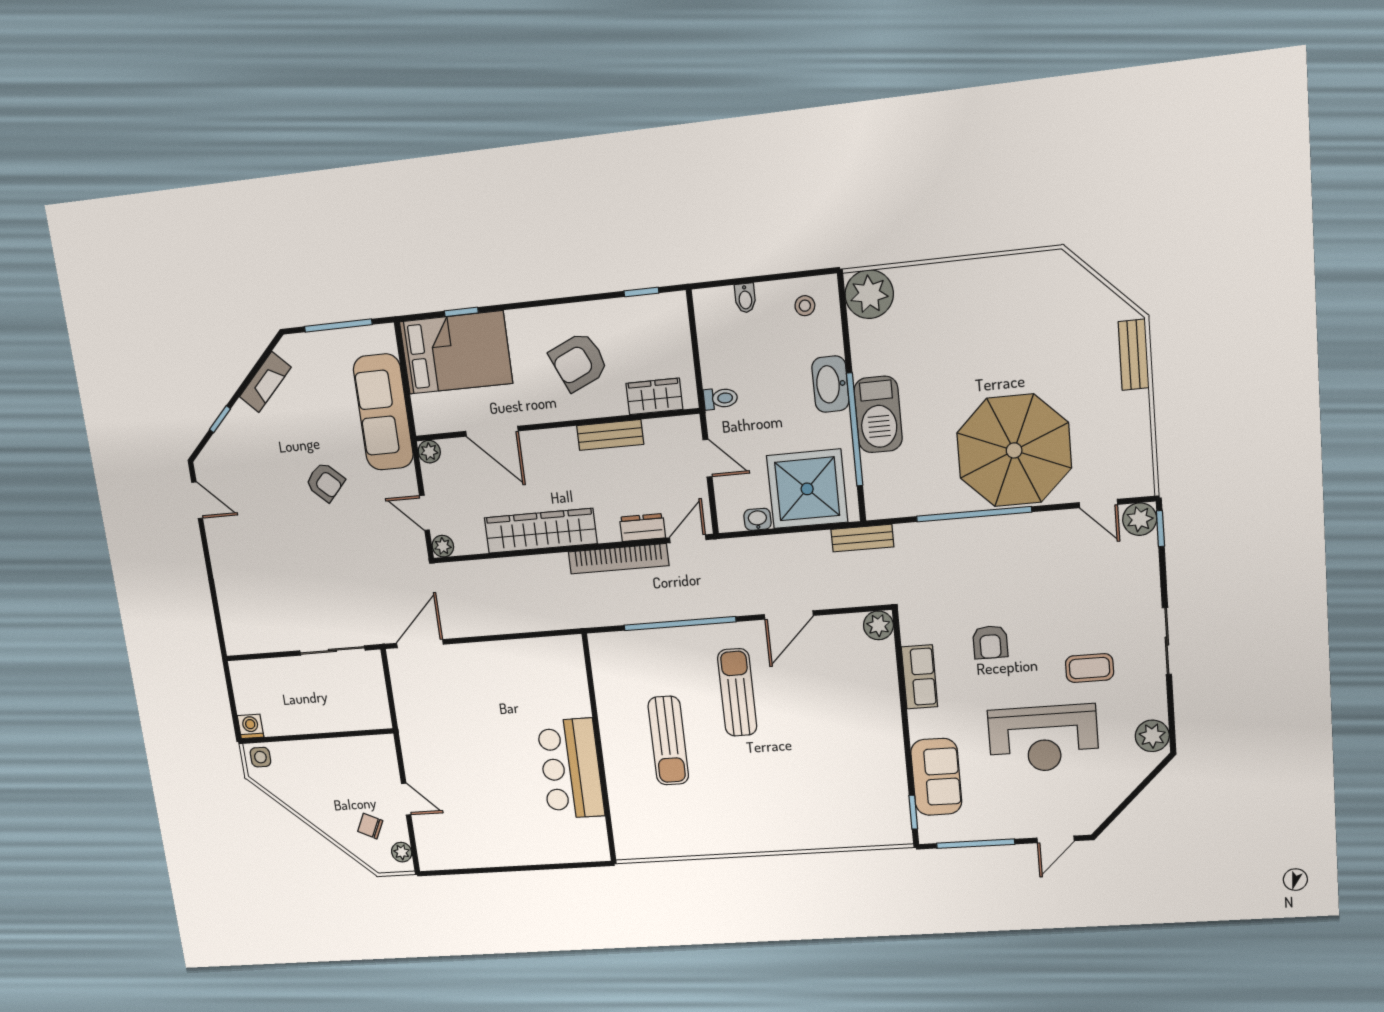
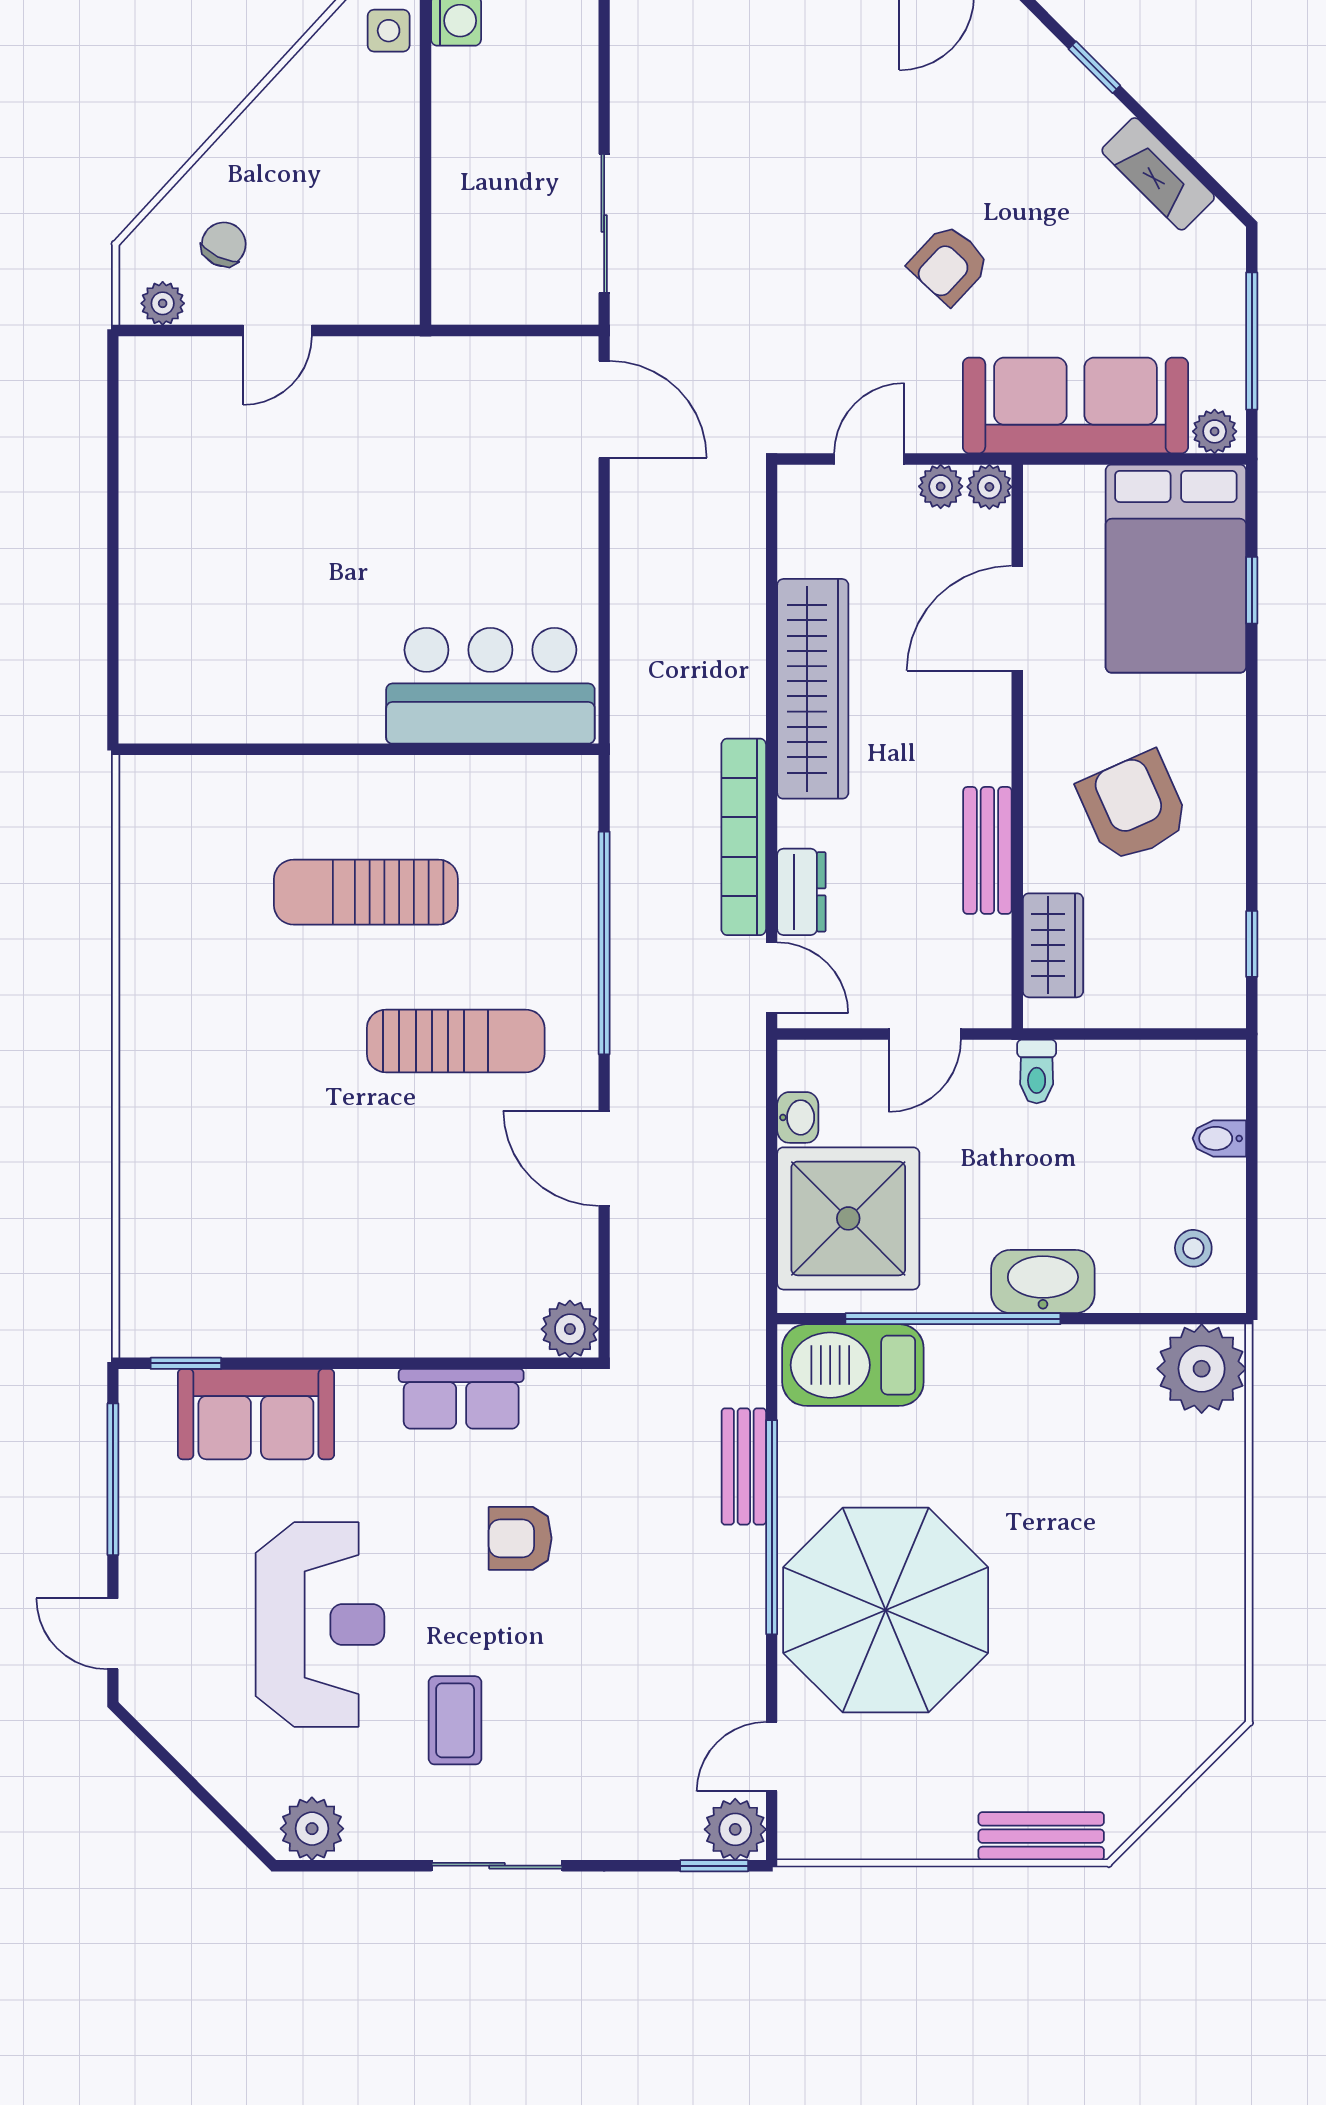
plant: (385, 340) -> (1215, 431), added
barbecue: (878, 414) -> (853, 1365), moved
bench: (862, 538) -> (744, 1466), moved
plant: (443, 546) -> (941, 486), moved
reception desk: (1043, 739) -> (320, 1624), turned 180
bar counter: (571, 769) -> (490, 686), moved

